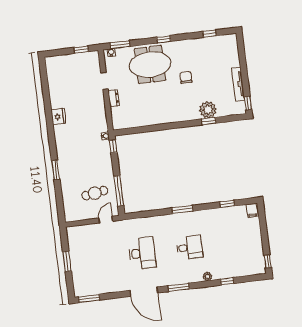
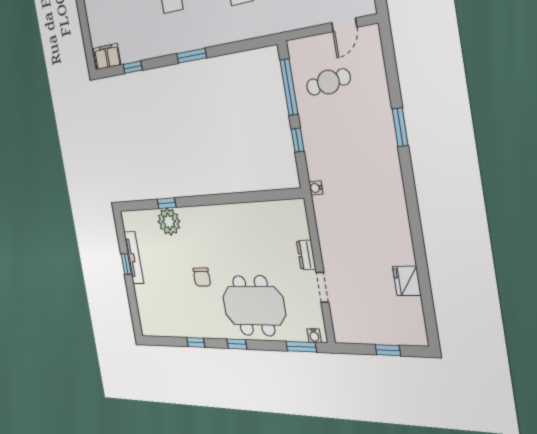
window: (210, 34) -> (196, 342), moved
window: (81, 50) -> (388, 350), moved
window: (248, 103) -> (126, 264), moved
fridge: (58, 117) -> (407, 281), moved
window: (113, 146) -> (298, 140), moved
filing cabinet: (252, 210) -> (107, 57), width x2.00
door: (106, 220) -> (344, 25), moved

